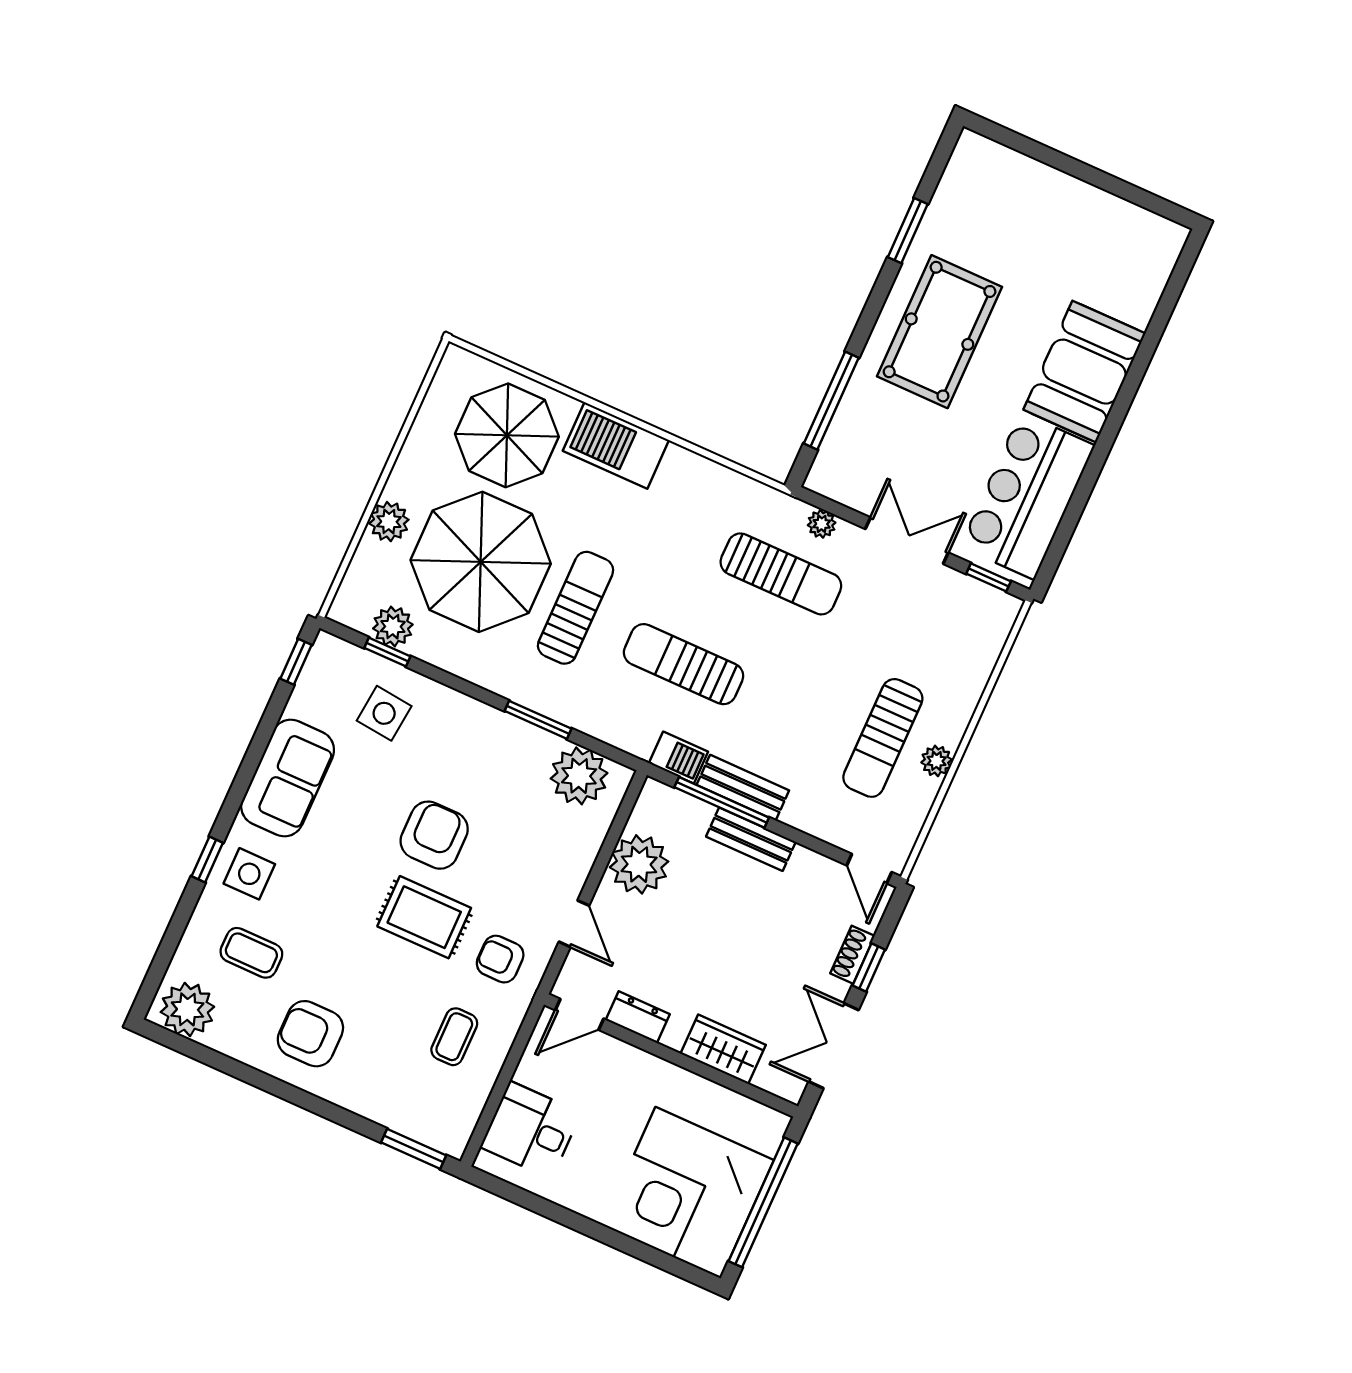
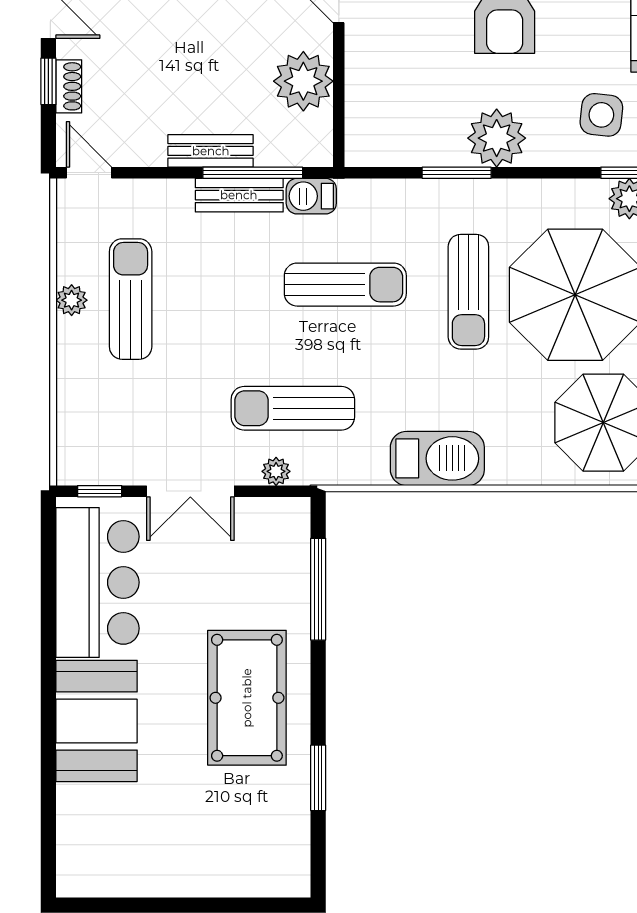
barbecue: (616, 445) -> (437, 458), moved
plant: (579, 776) -> (497, 138), moved

